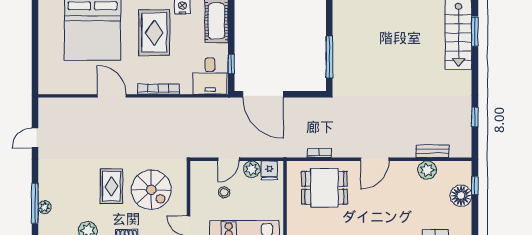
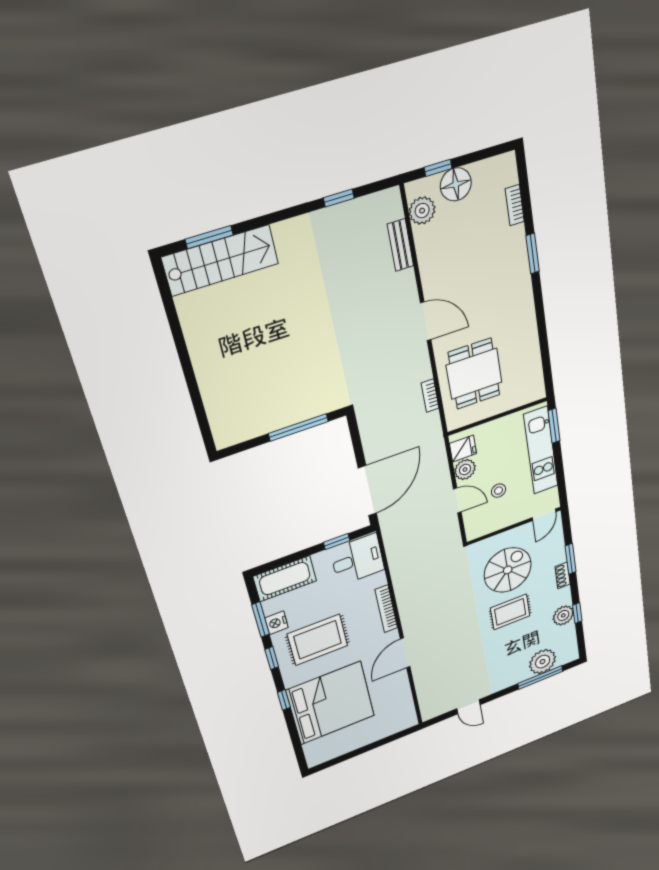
plant: (427, 170) -> (422, 211), moved
plant: (45, 207) -> (543, 662), width x1.88, depth x1.88

